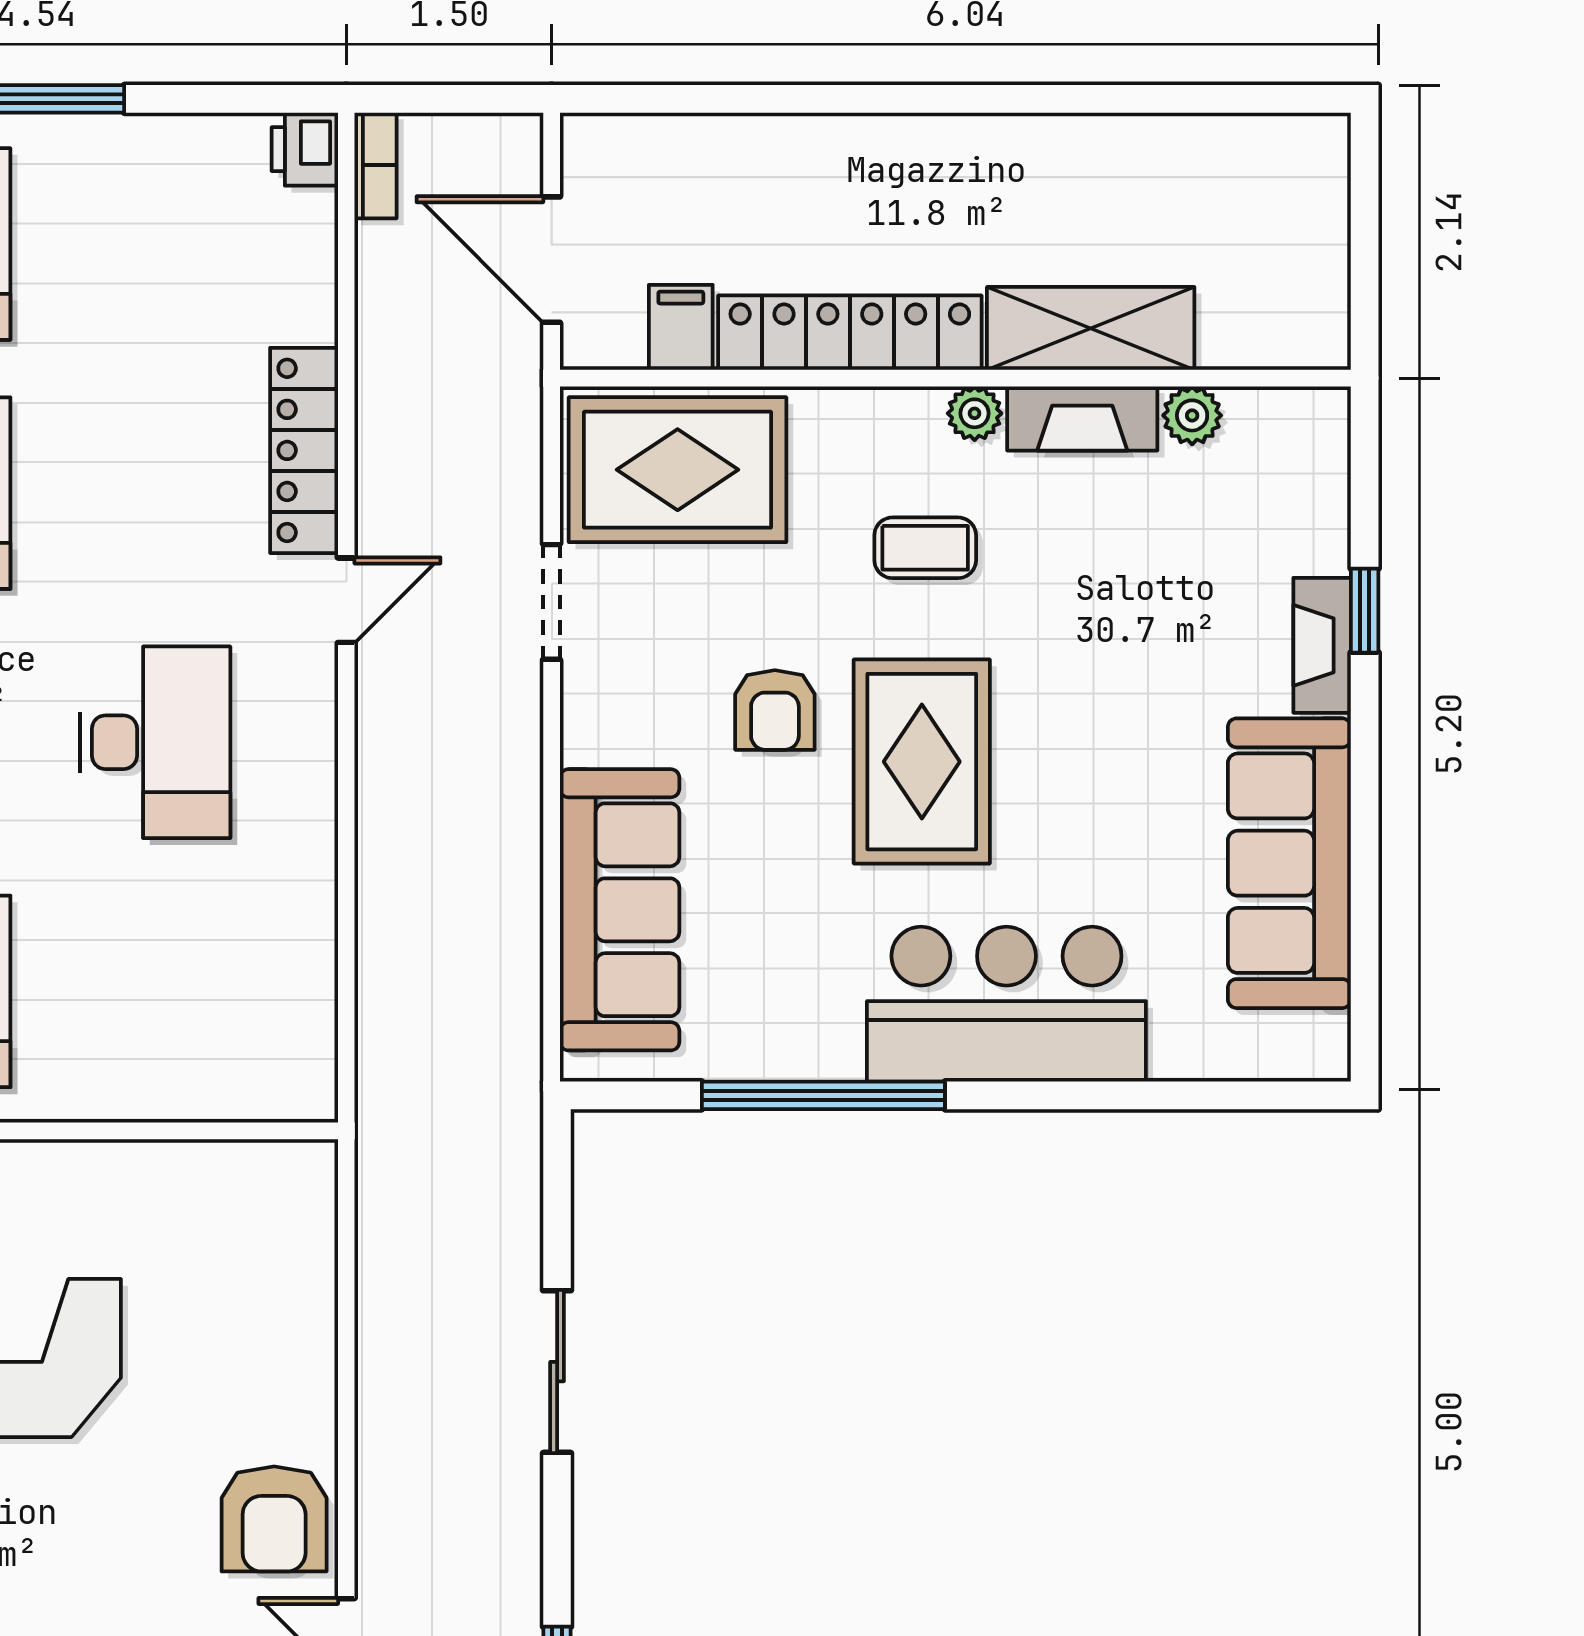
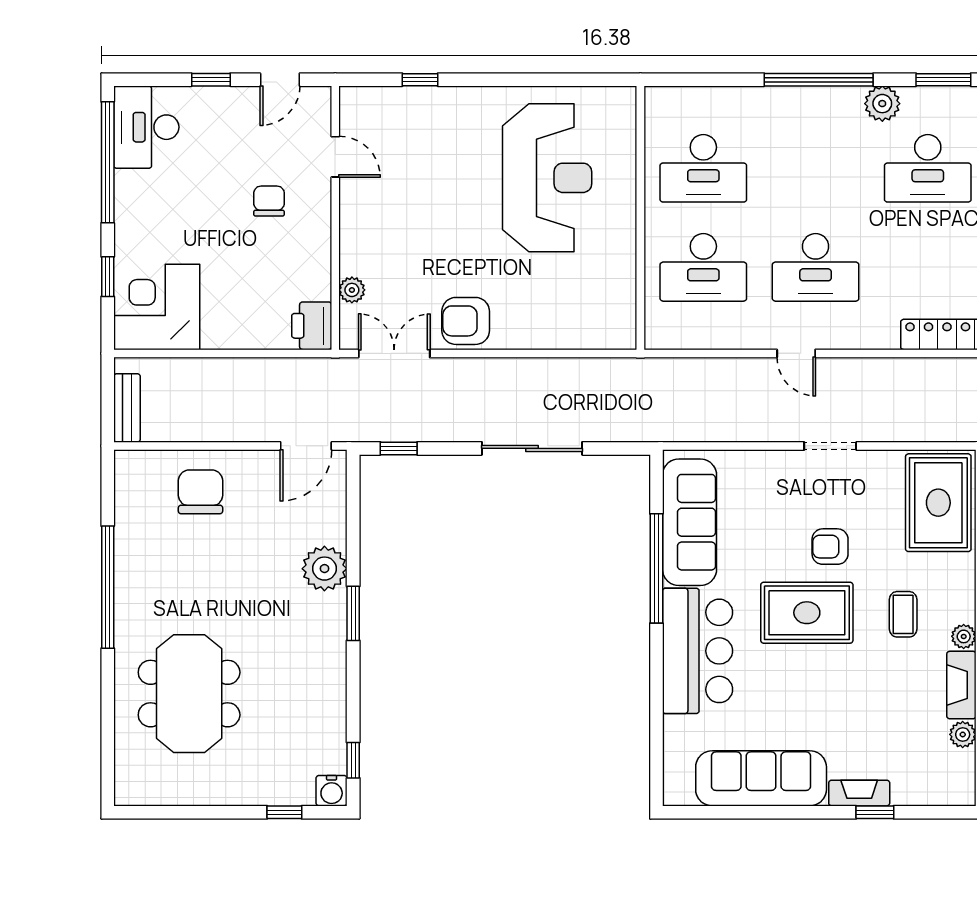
door: (346, 600) -> (796, 353), moved
doorway: (552, 602) -> (830, 446), moved
sofa: (620, 910) -> (690, 522), moved, turned -90
desk: (155, 991) -> (703, 267), added
sliding door: (557, 1372) -> (532, 448), width x1.37

